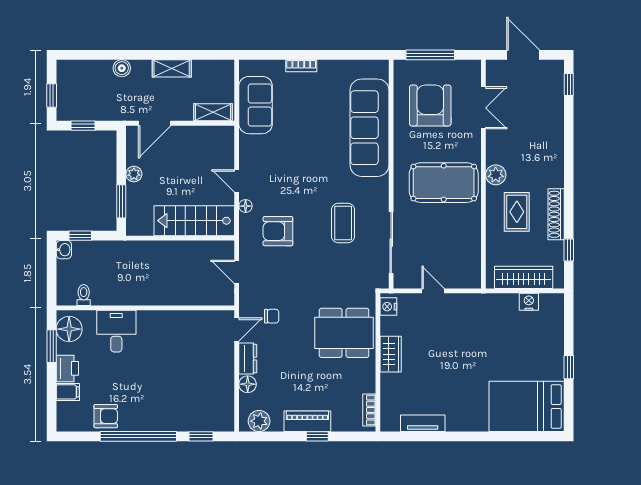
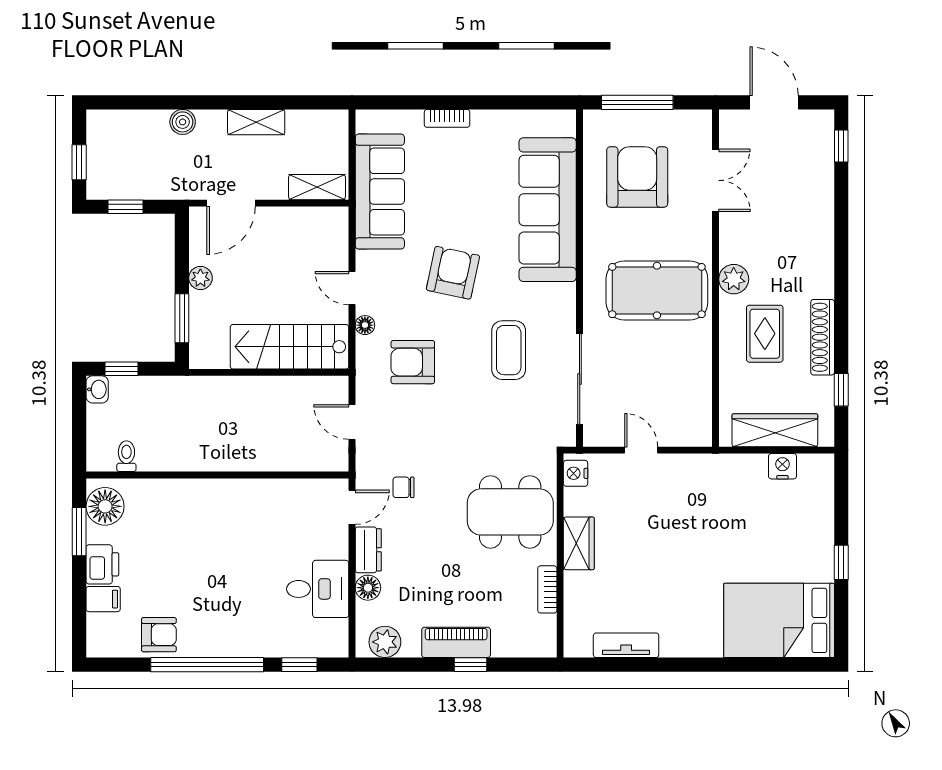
sofa: (256, 105) -> (380, 192), width x1.36
armchair: (305, 171) -> (453, 273), added
chair: (272, 316) -> (404, 487), turned 180
desk: (116, 331) -> (318, 589), moved, turned 90
bookcase: (369, 410) -> (547, 589), moved

